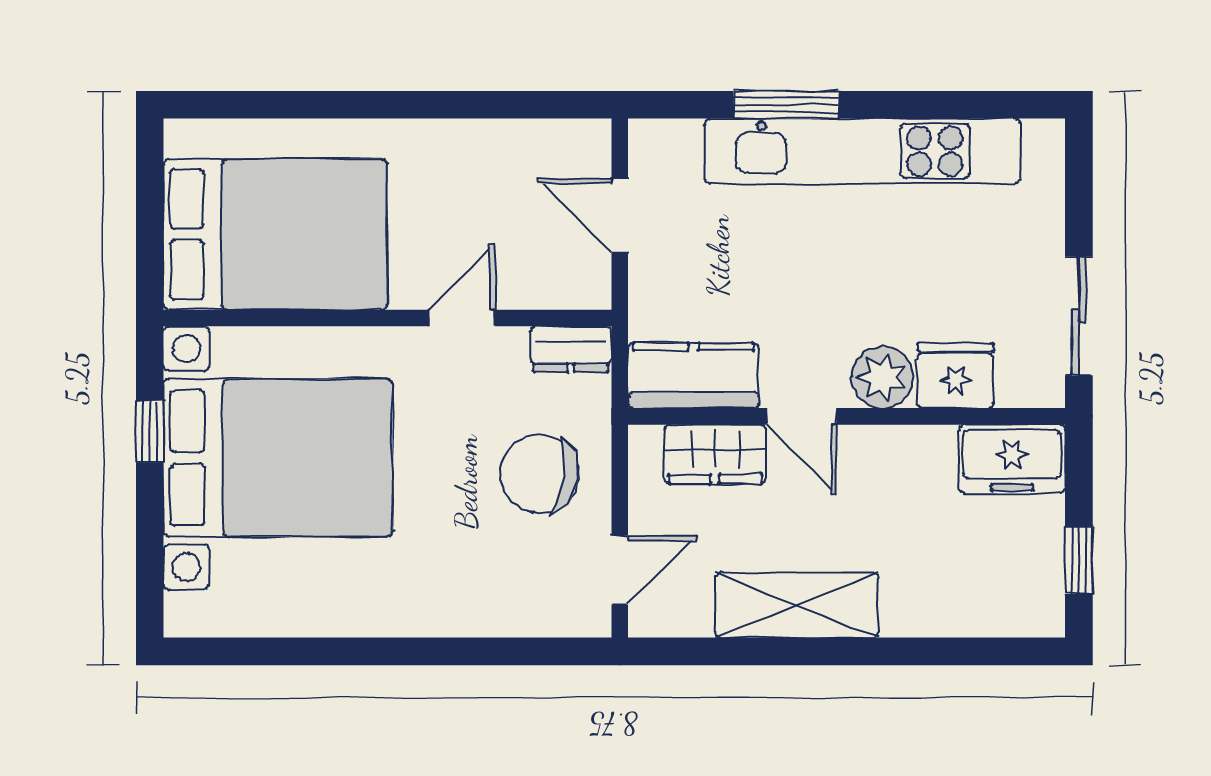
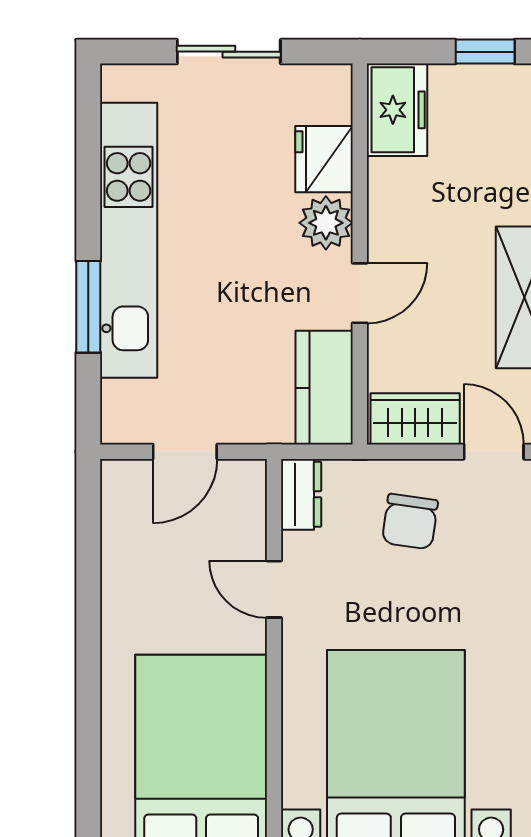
sliding door: (1079, 316) -> (229, 52), moved
wardrobe: (715, 454) -> (415, 419), moved, turned -90
chair: (540, 474) -> (410, 522), width x0.73, depth x0.73

